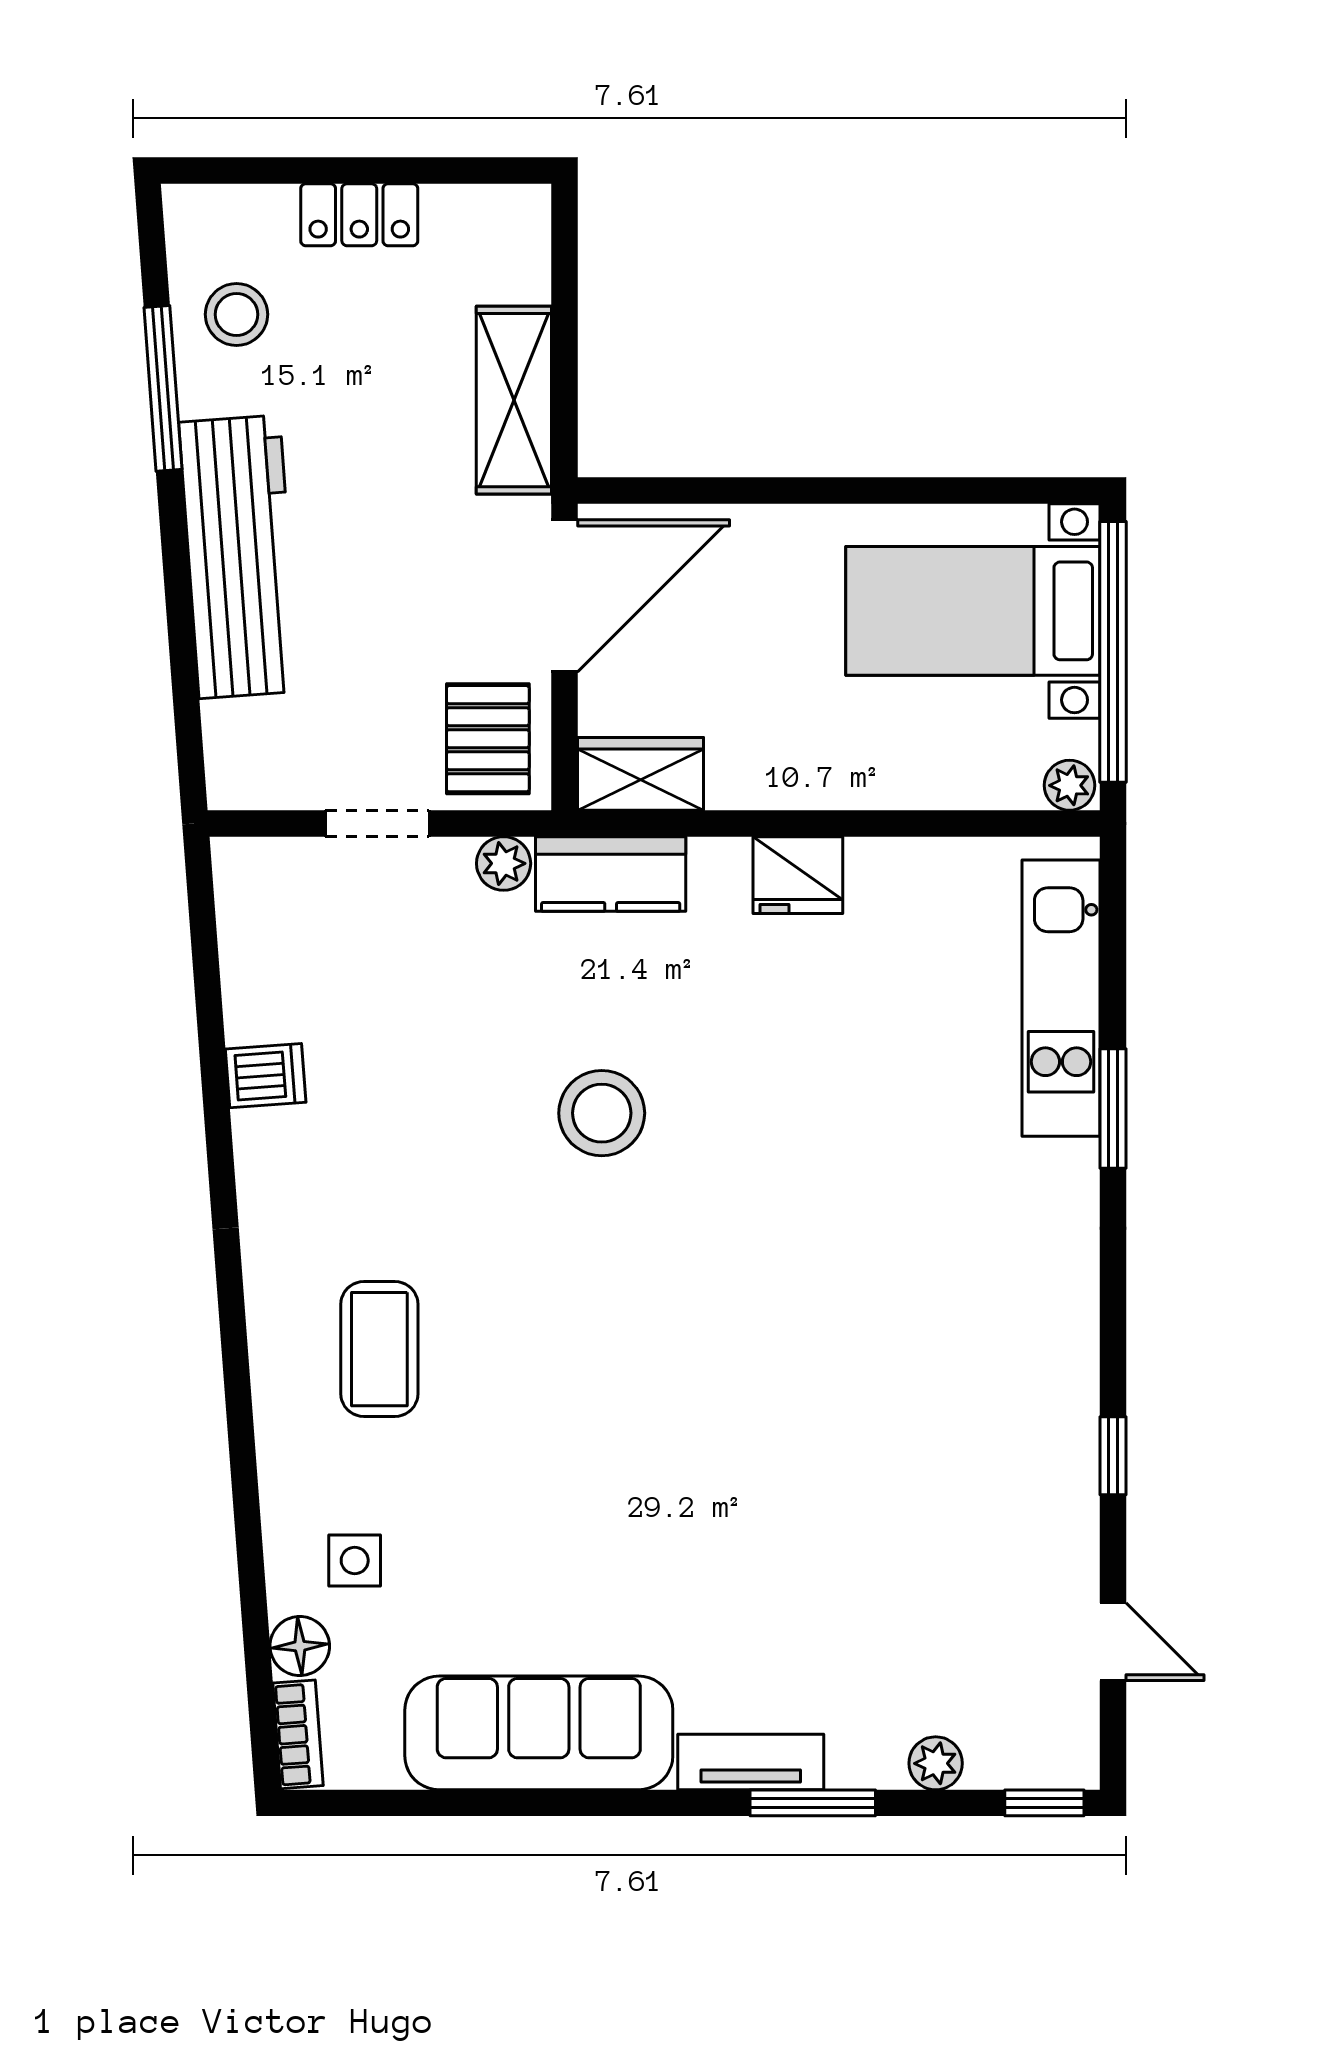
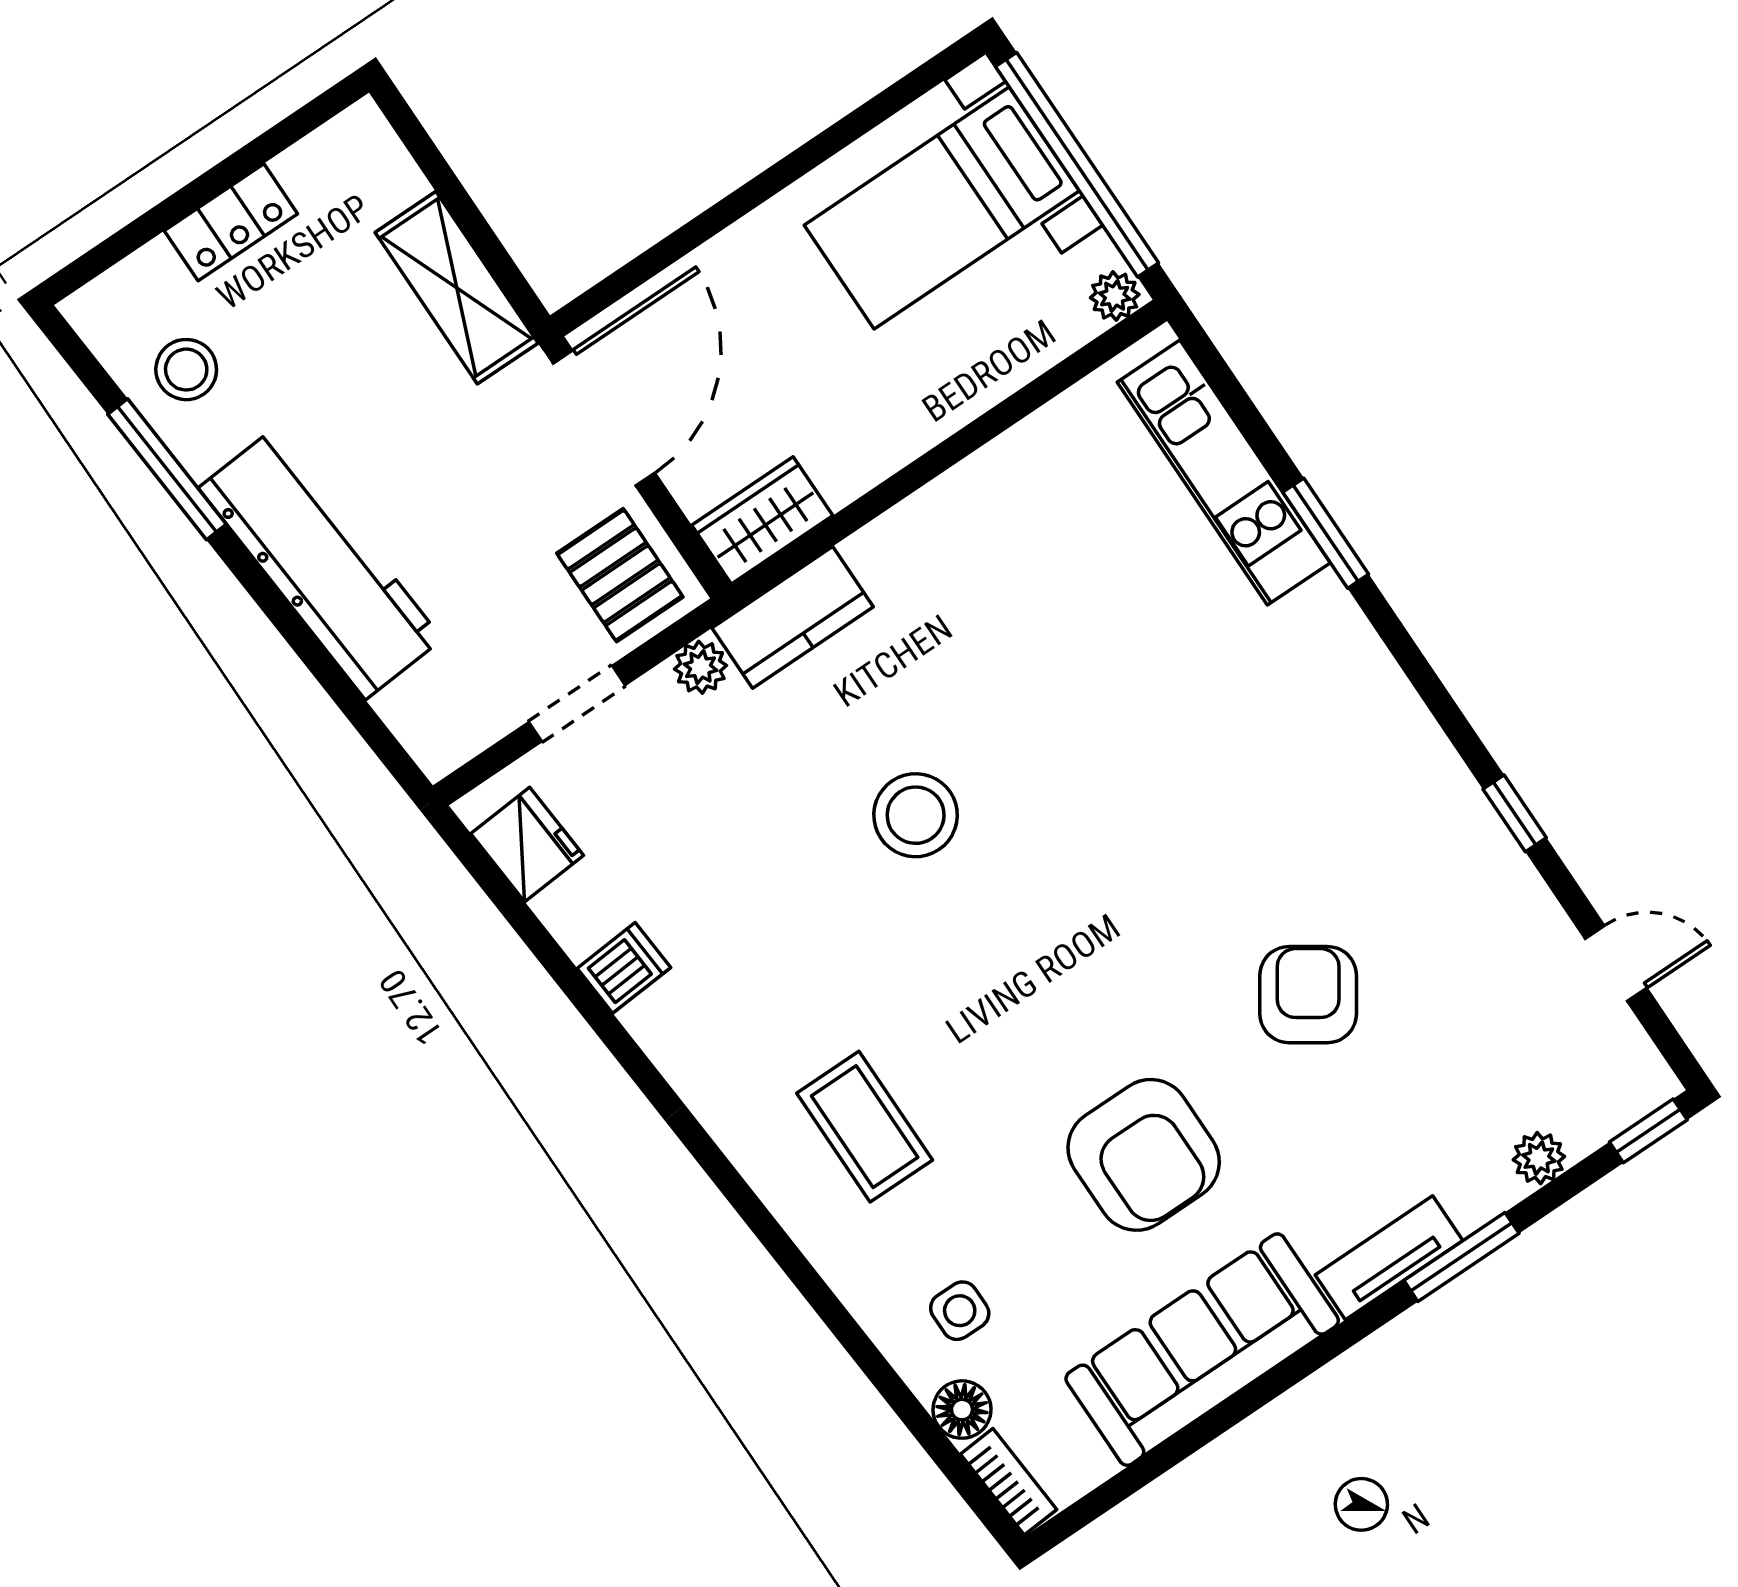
fridge: (798, 875) -> (527, 845), moved, turned -94
armchair: (833, 1491) -> (1308, 995), added
armchair: (601, 1533) -> (1144, 1155), added

